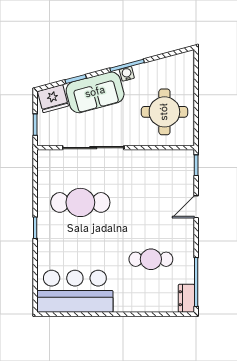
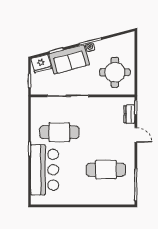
door: (196, 207) -> (136, 135), swing flipped
cafe table: (151, 259) -> (106, 170), width x1.37, depth x1.35
bar counter: (75, 291) -> (45, 170), moved, turned 90
dresser: (186, 298) -> (129, 114), moved

